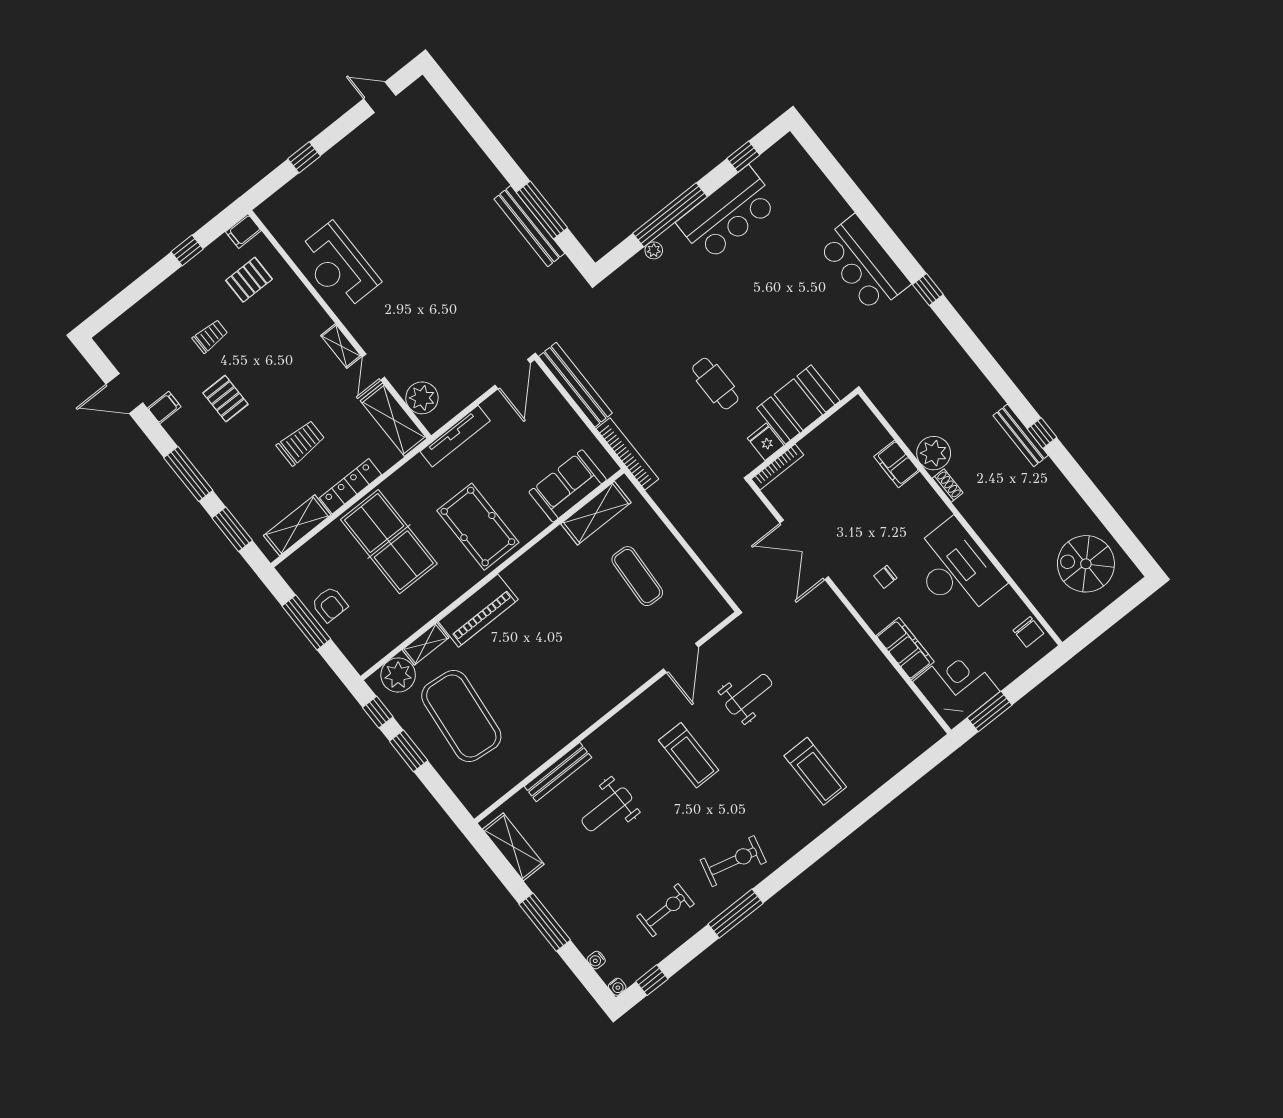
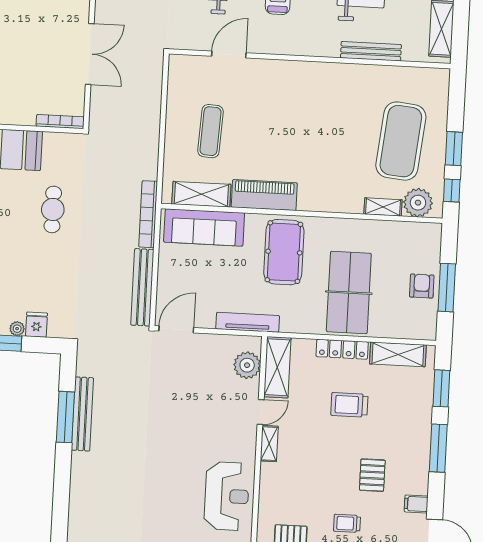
fridge: (766, 442) -> (36, 325), moved, turned 180
sofa: (568, 486) -> (204, 227), width x1.36
piano: (478, 611) -> (264, 195), moved

